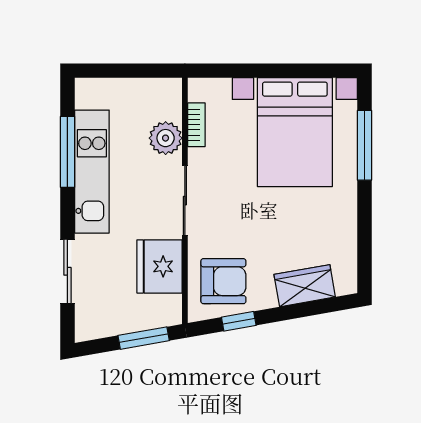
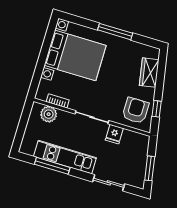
plant: (166, 138) -> (49, 114), moved
window: (365, 145) -> (115, 32), moved
fridge: (159, 266) -> (114, 134), width x0.53, depth x0.75
window: (144, 338) -> (150, 168), moved

